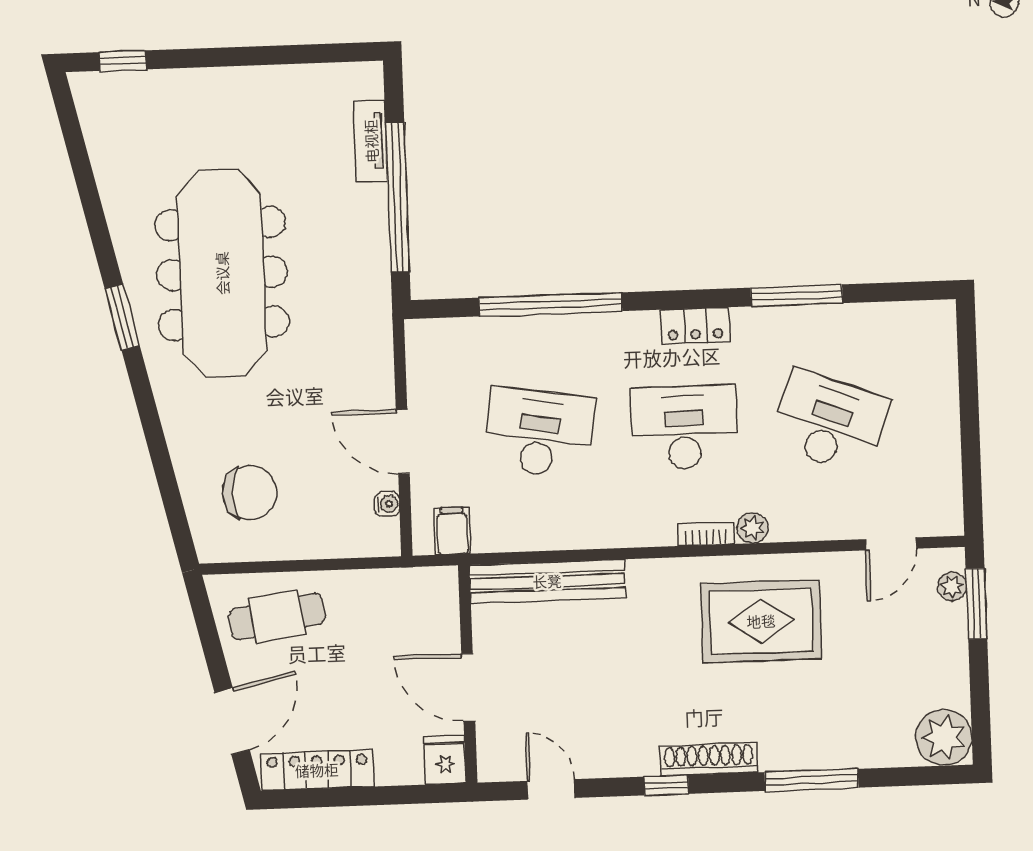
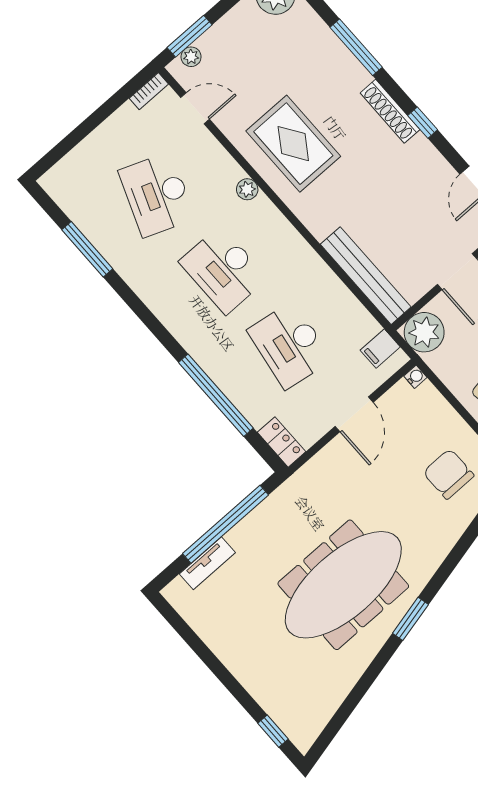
window: (797, 295) -> (87, 249), moved
locker: (695, 326) -> (282, 442), moved
water cooler: (387, 504) -> (415, 377), moved, turned 90
bookcase: (706, 534) -> (149, 91), moved, turned -90
plant: (430, 595) -> (424, 332), added

